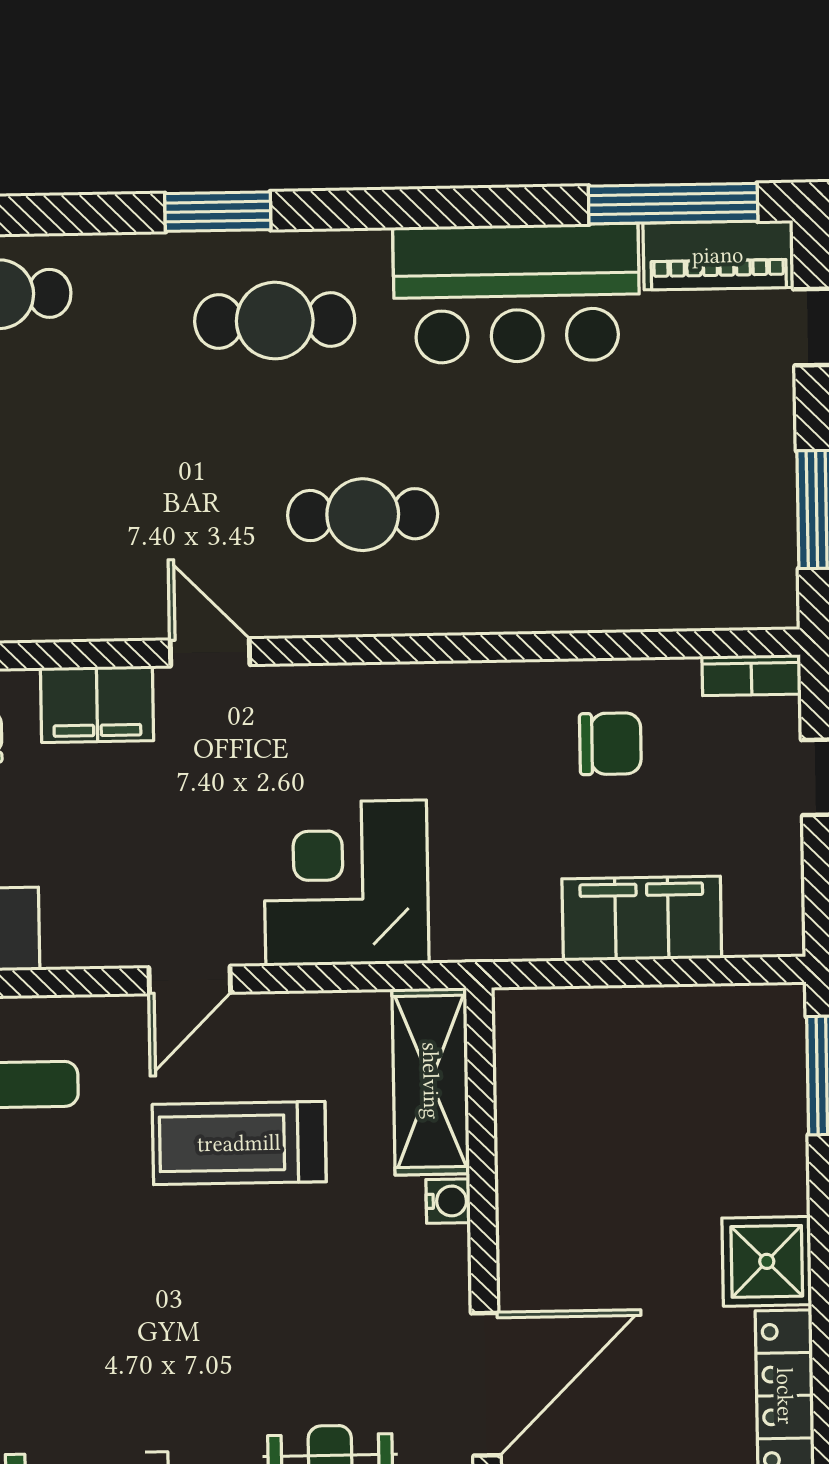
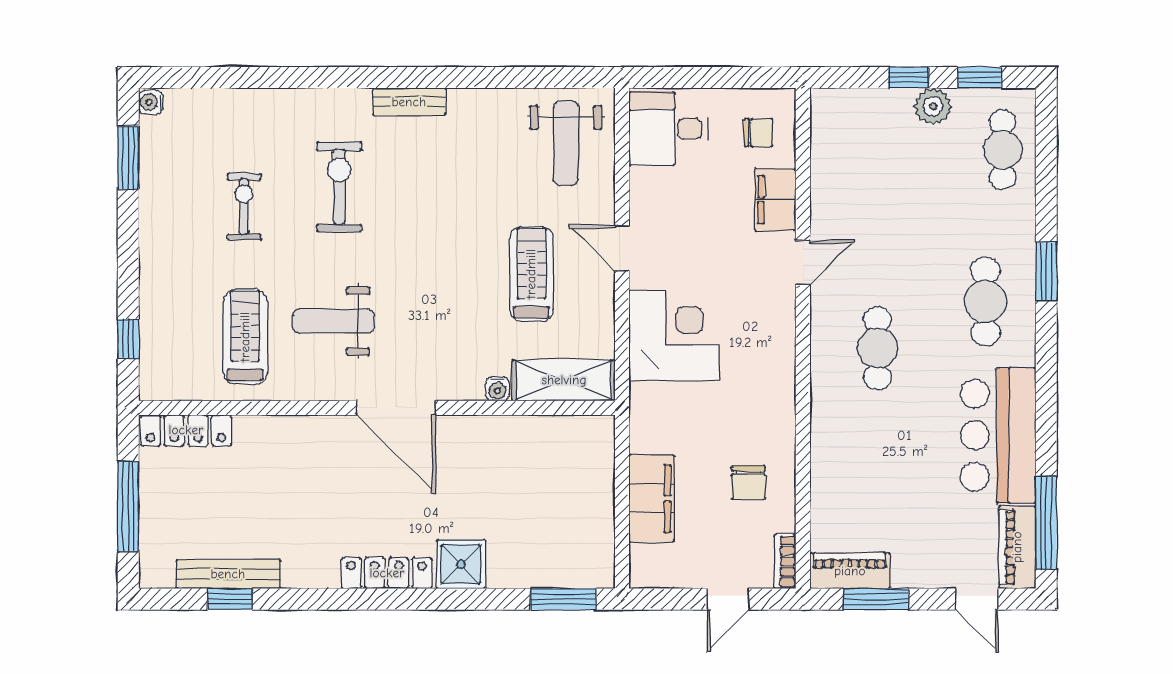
piano: (766, 557) -> (850, 571), added

